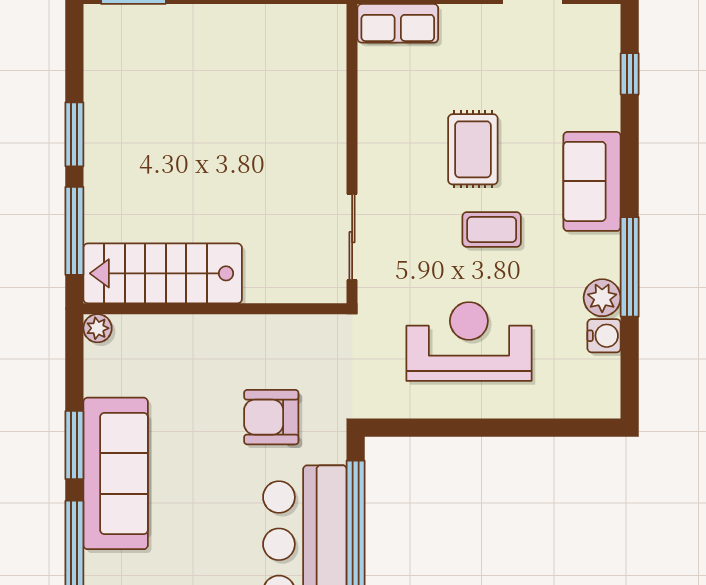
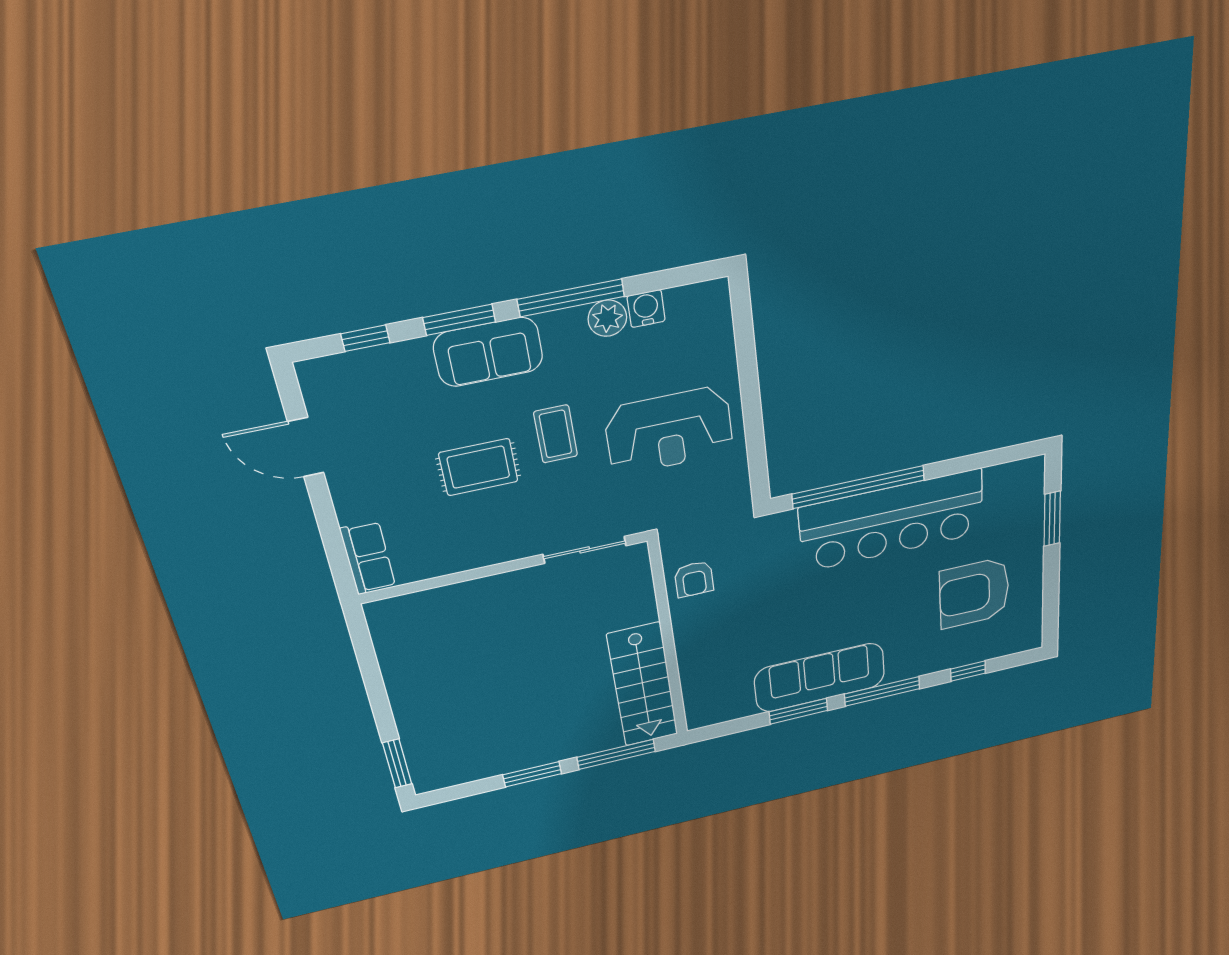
window: (630, 161) -> (459, 320), added
plant: (98, 328) -> (697, 719), removed
reception desk: (469, 341) -> (669, 431), turned -90
armchair: (271, 417) -> (694, 579), moved, width x0.72, depth x0.72

